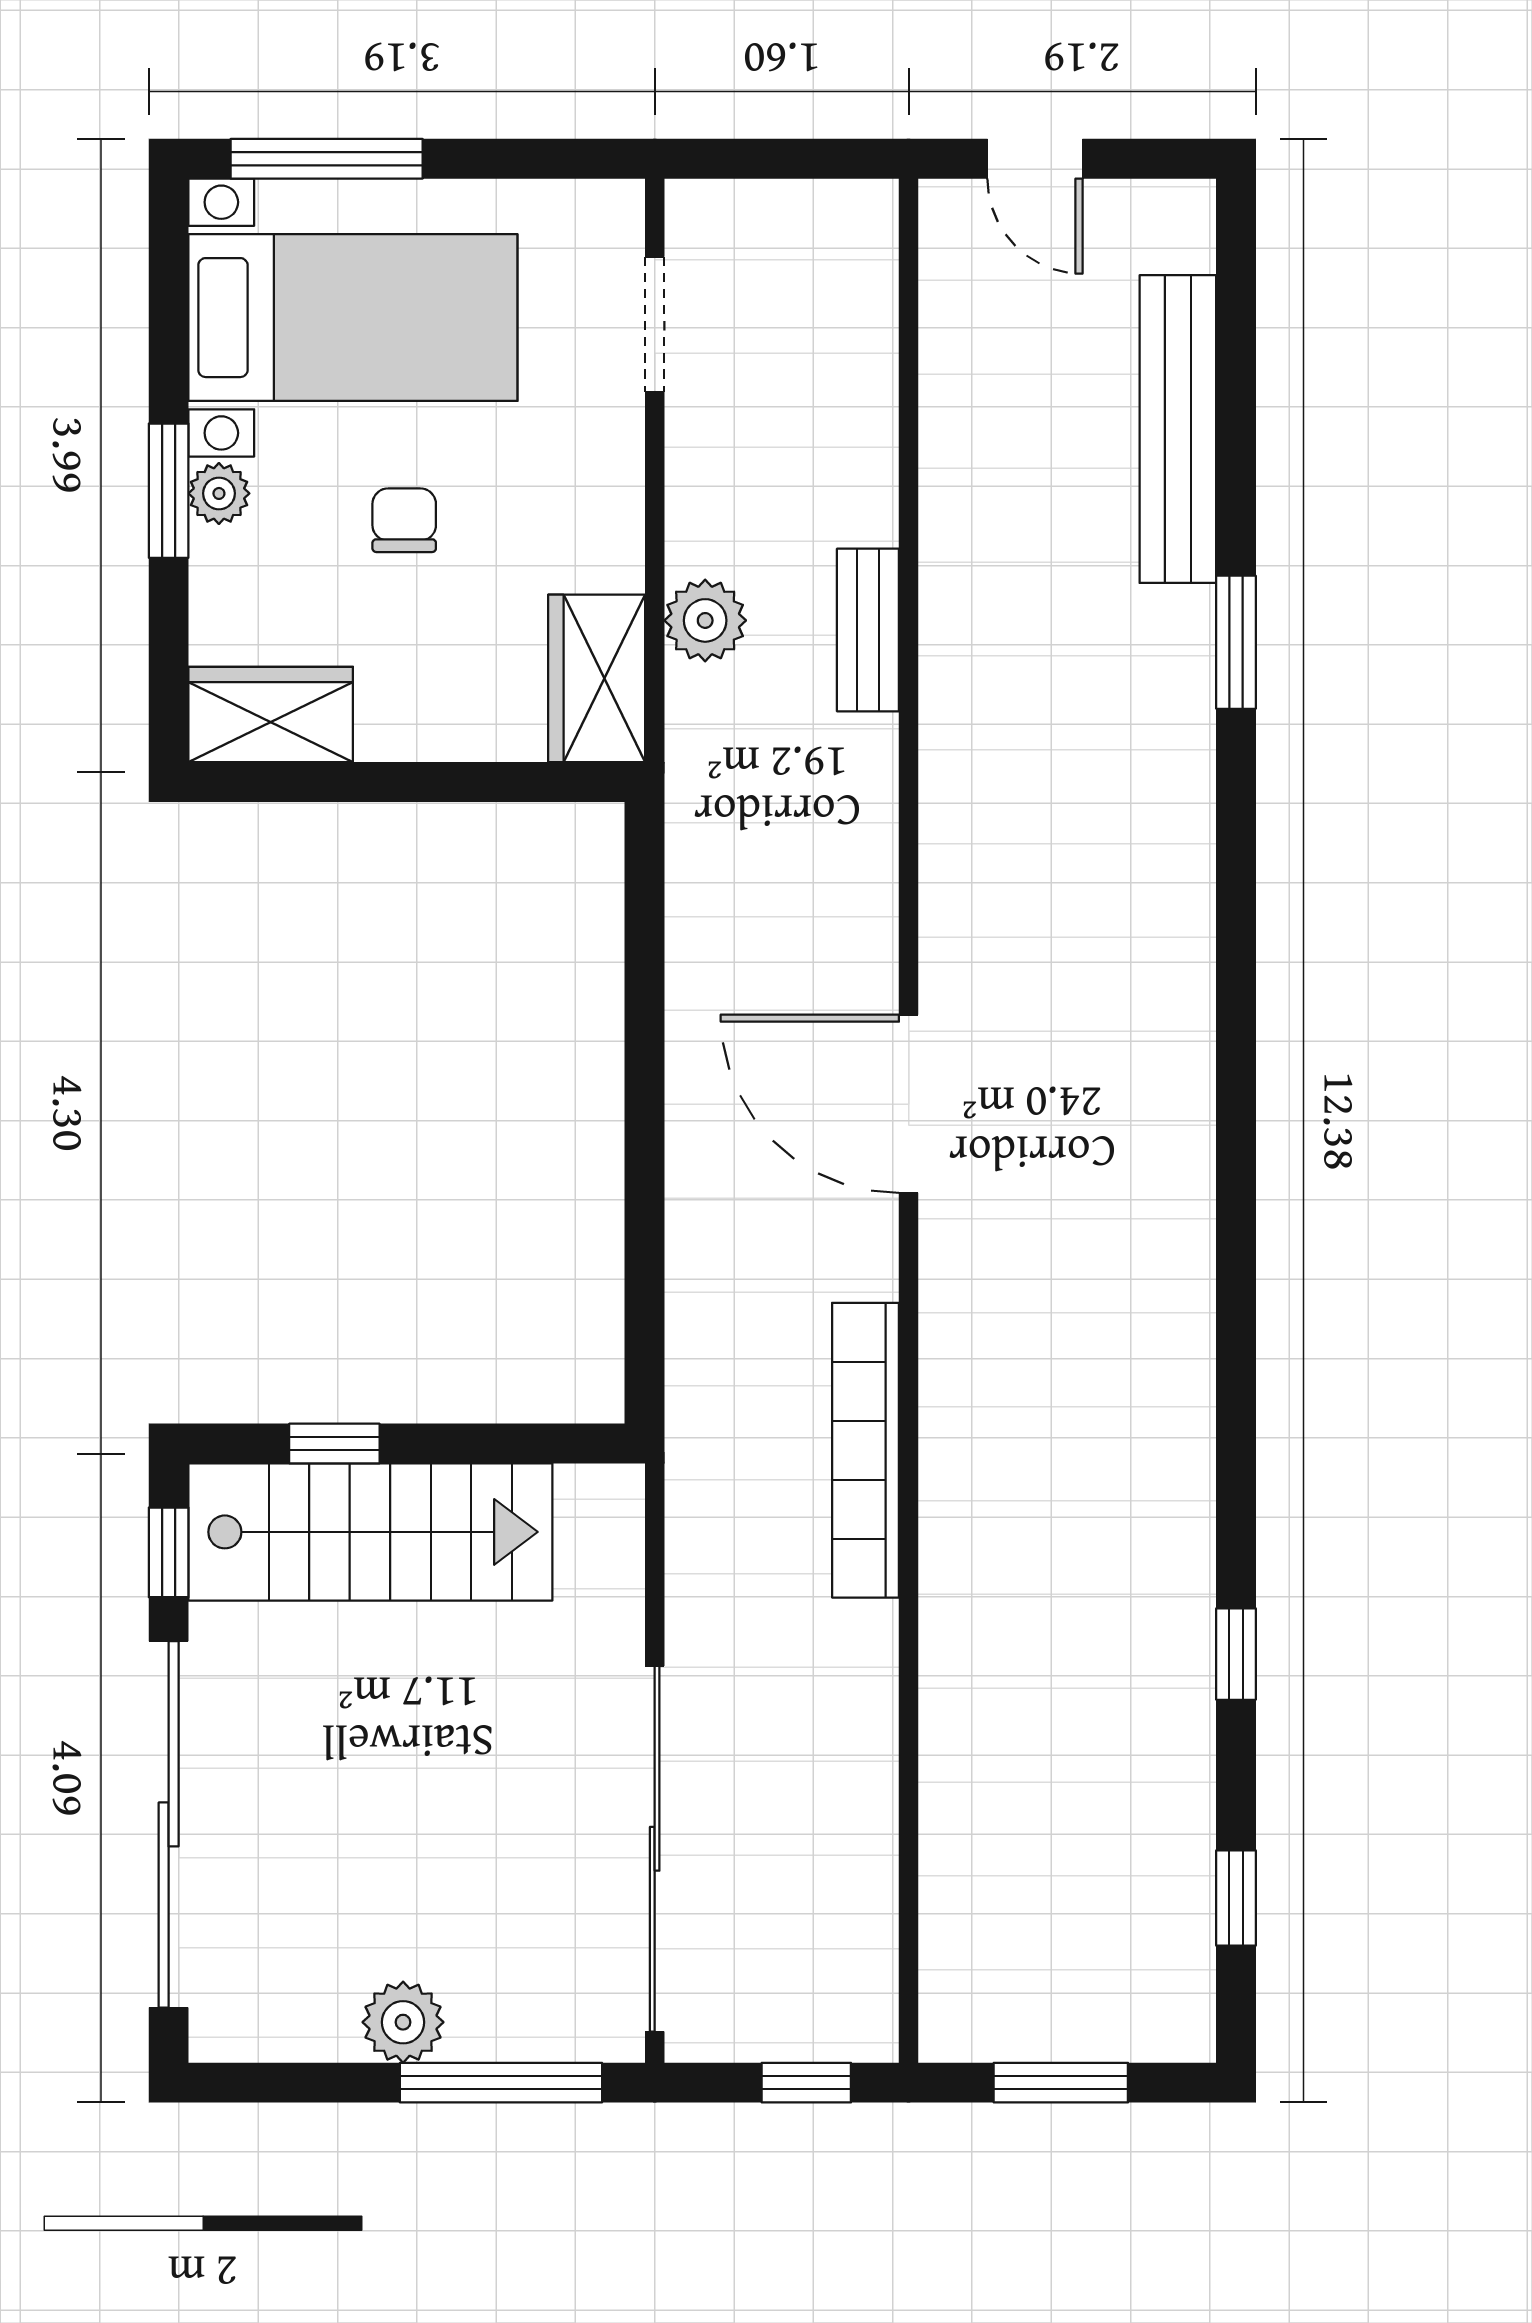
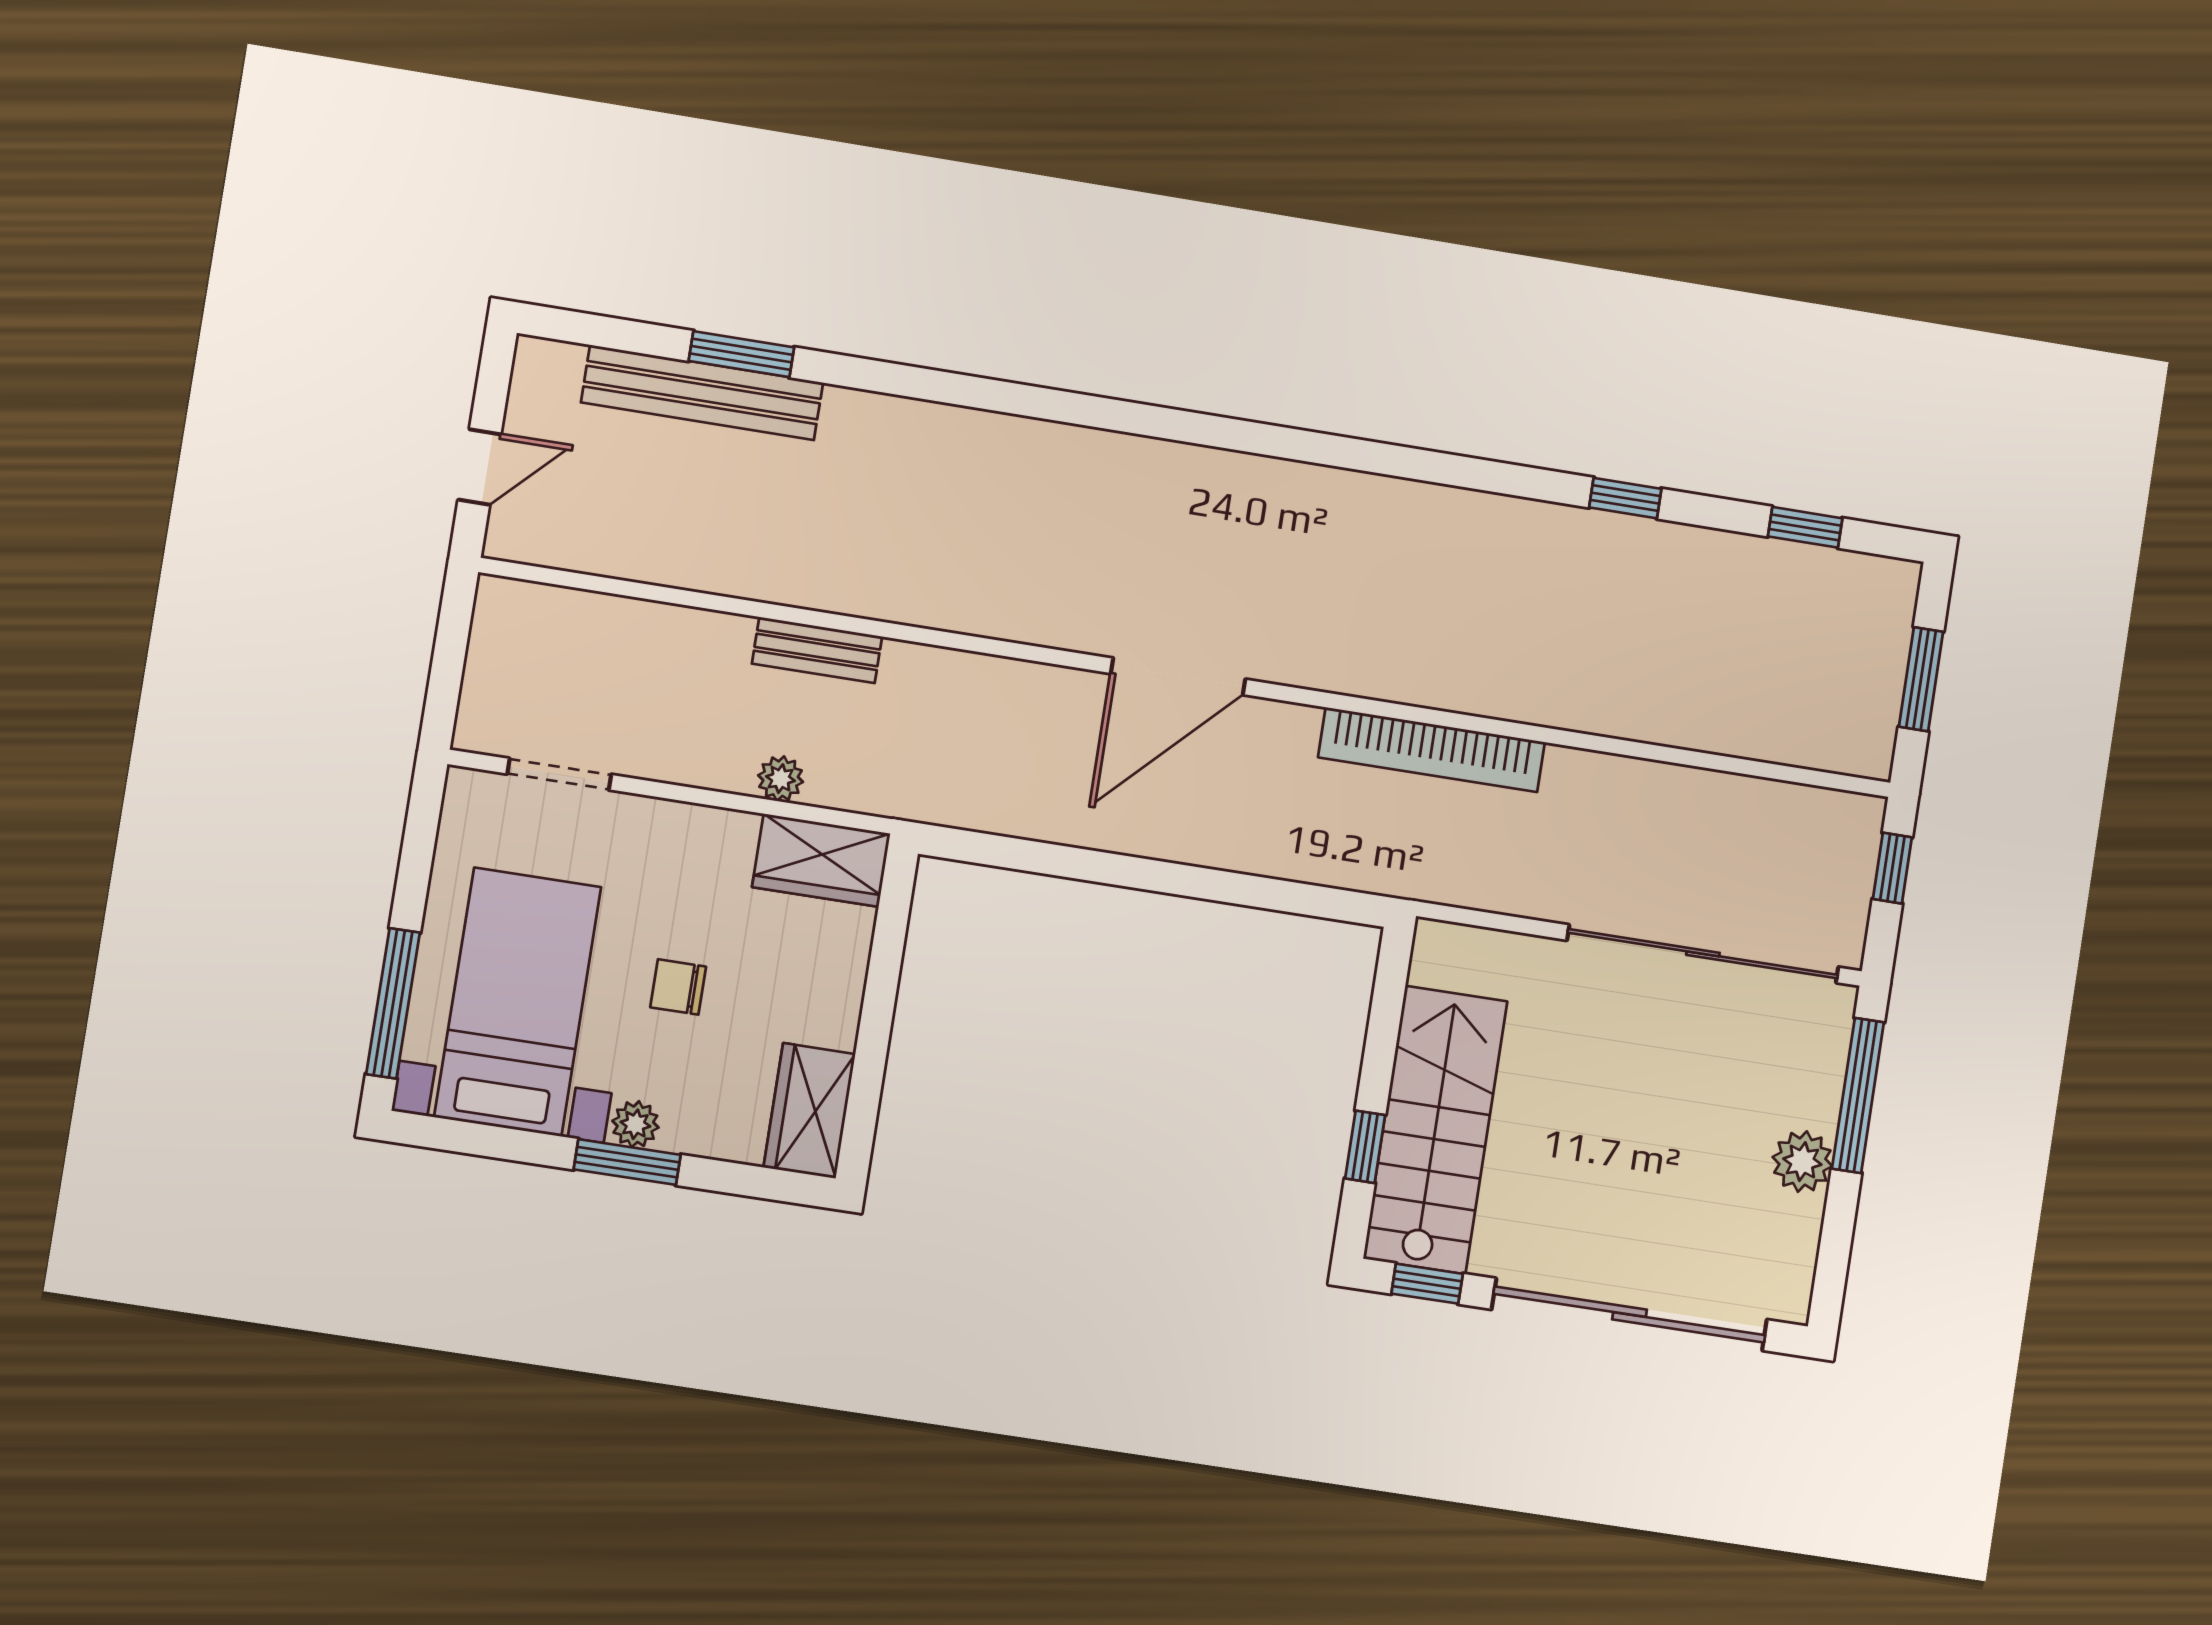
plant: (705, 620) -> (781, 779), width x0.73, depth x0.73
window: (1236, 642) -> (741, 354), moved

